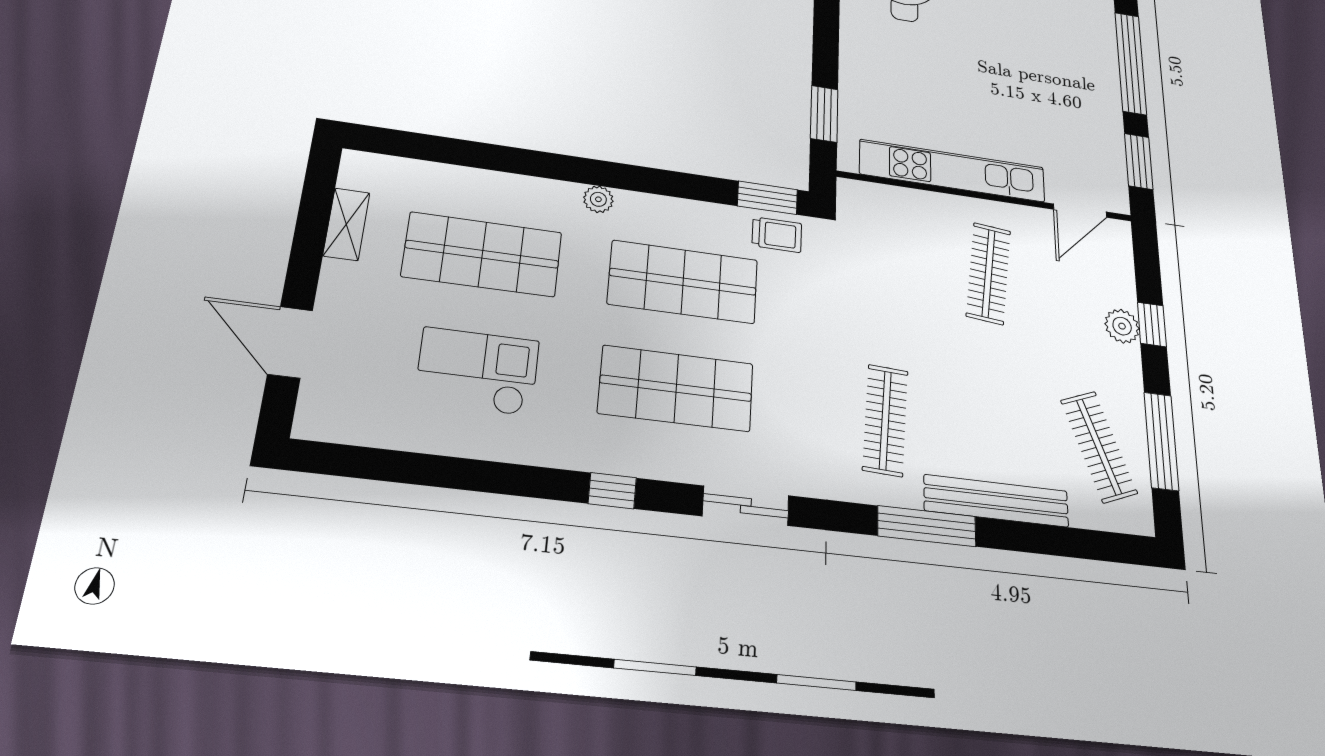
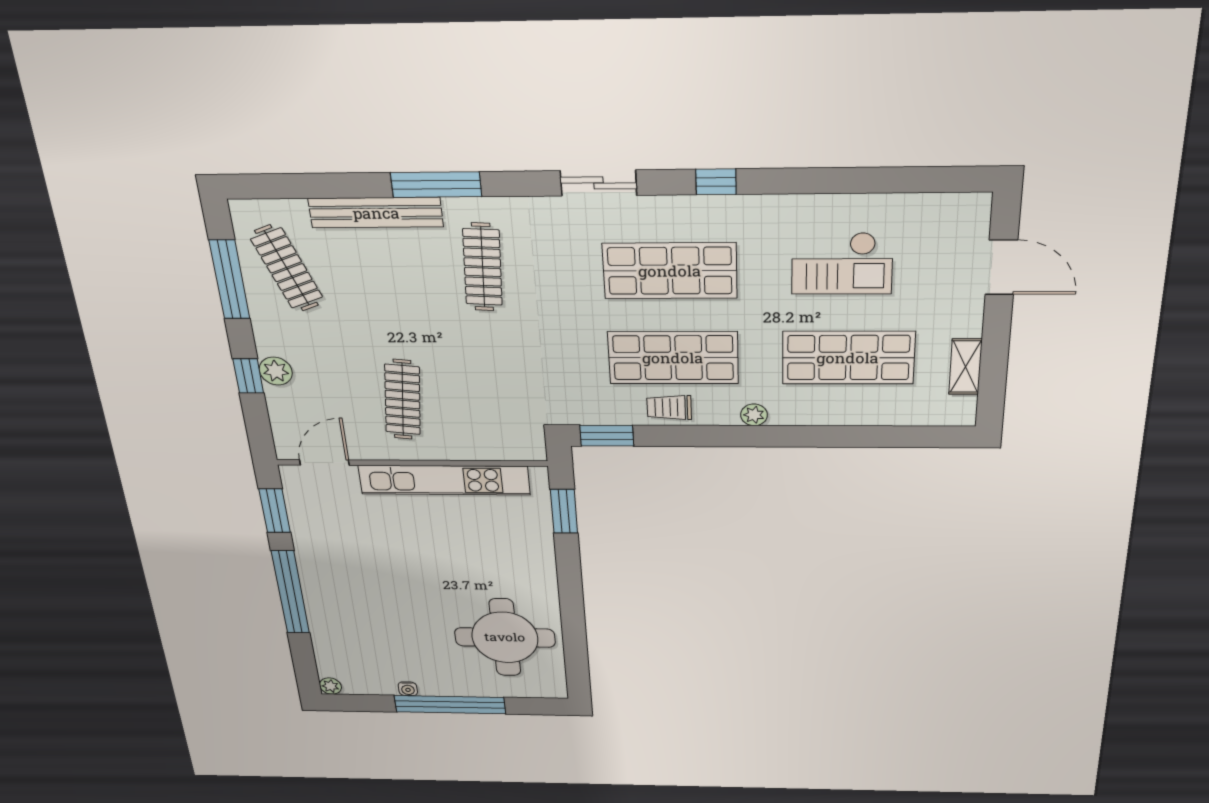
trolley: (777, 235) -> (669, 407), moved

